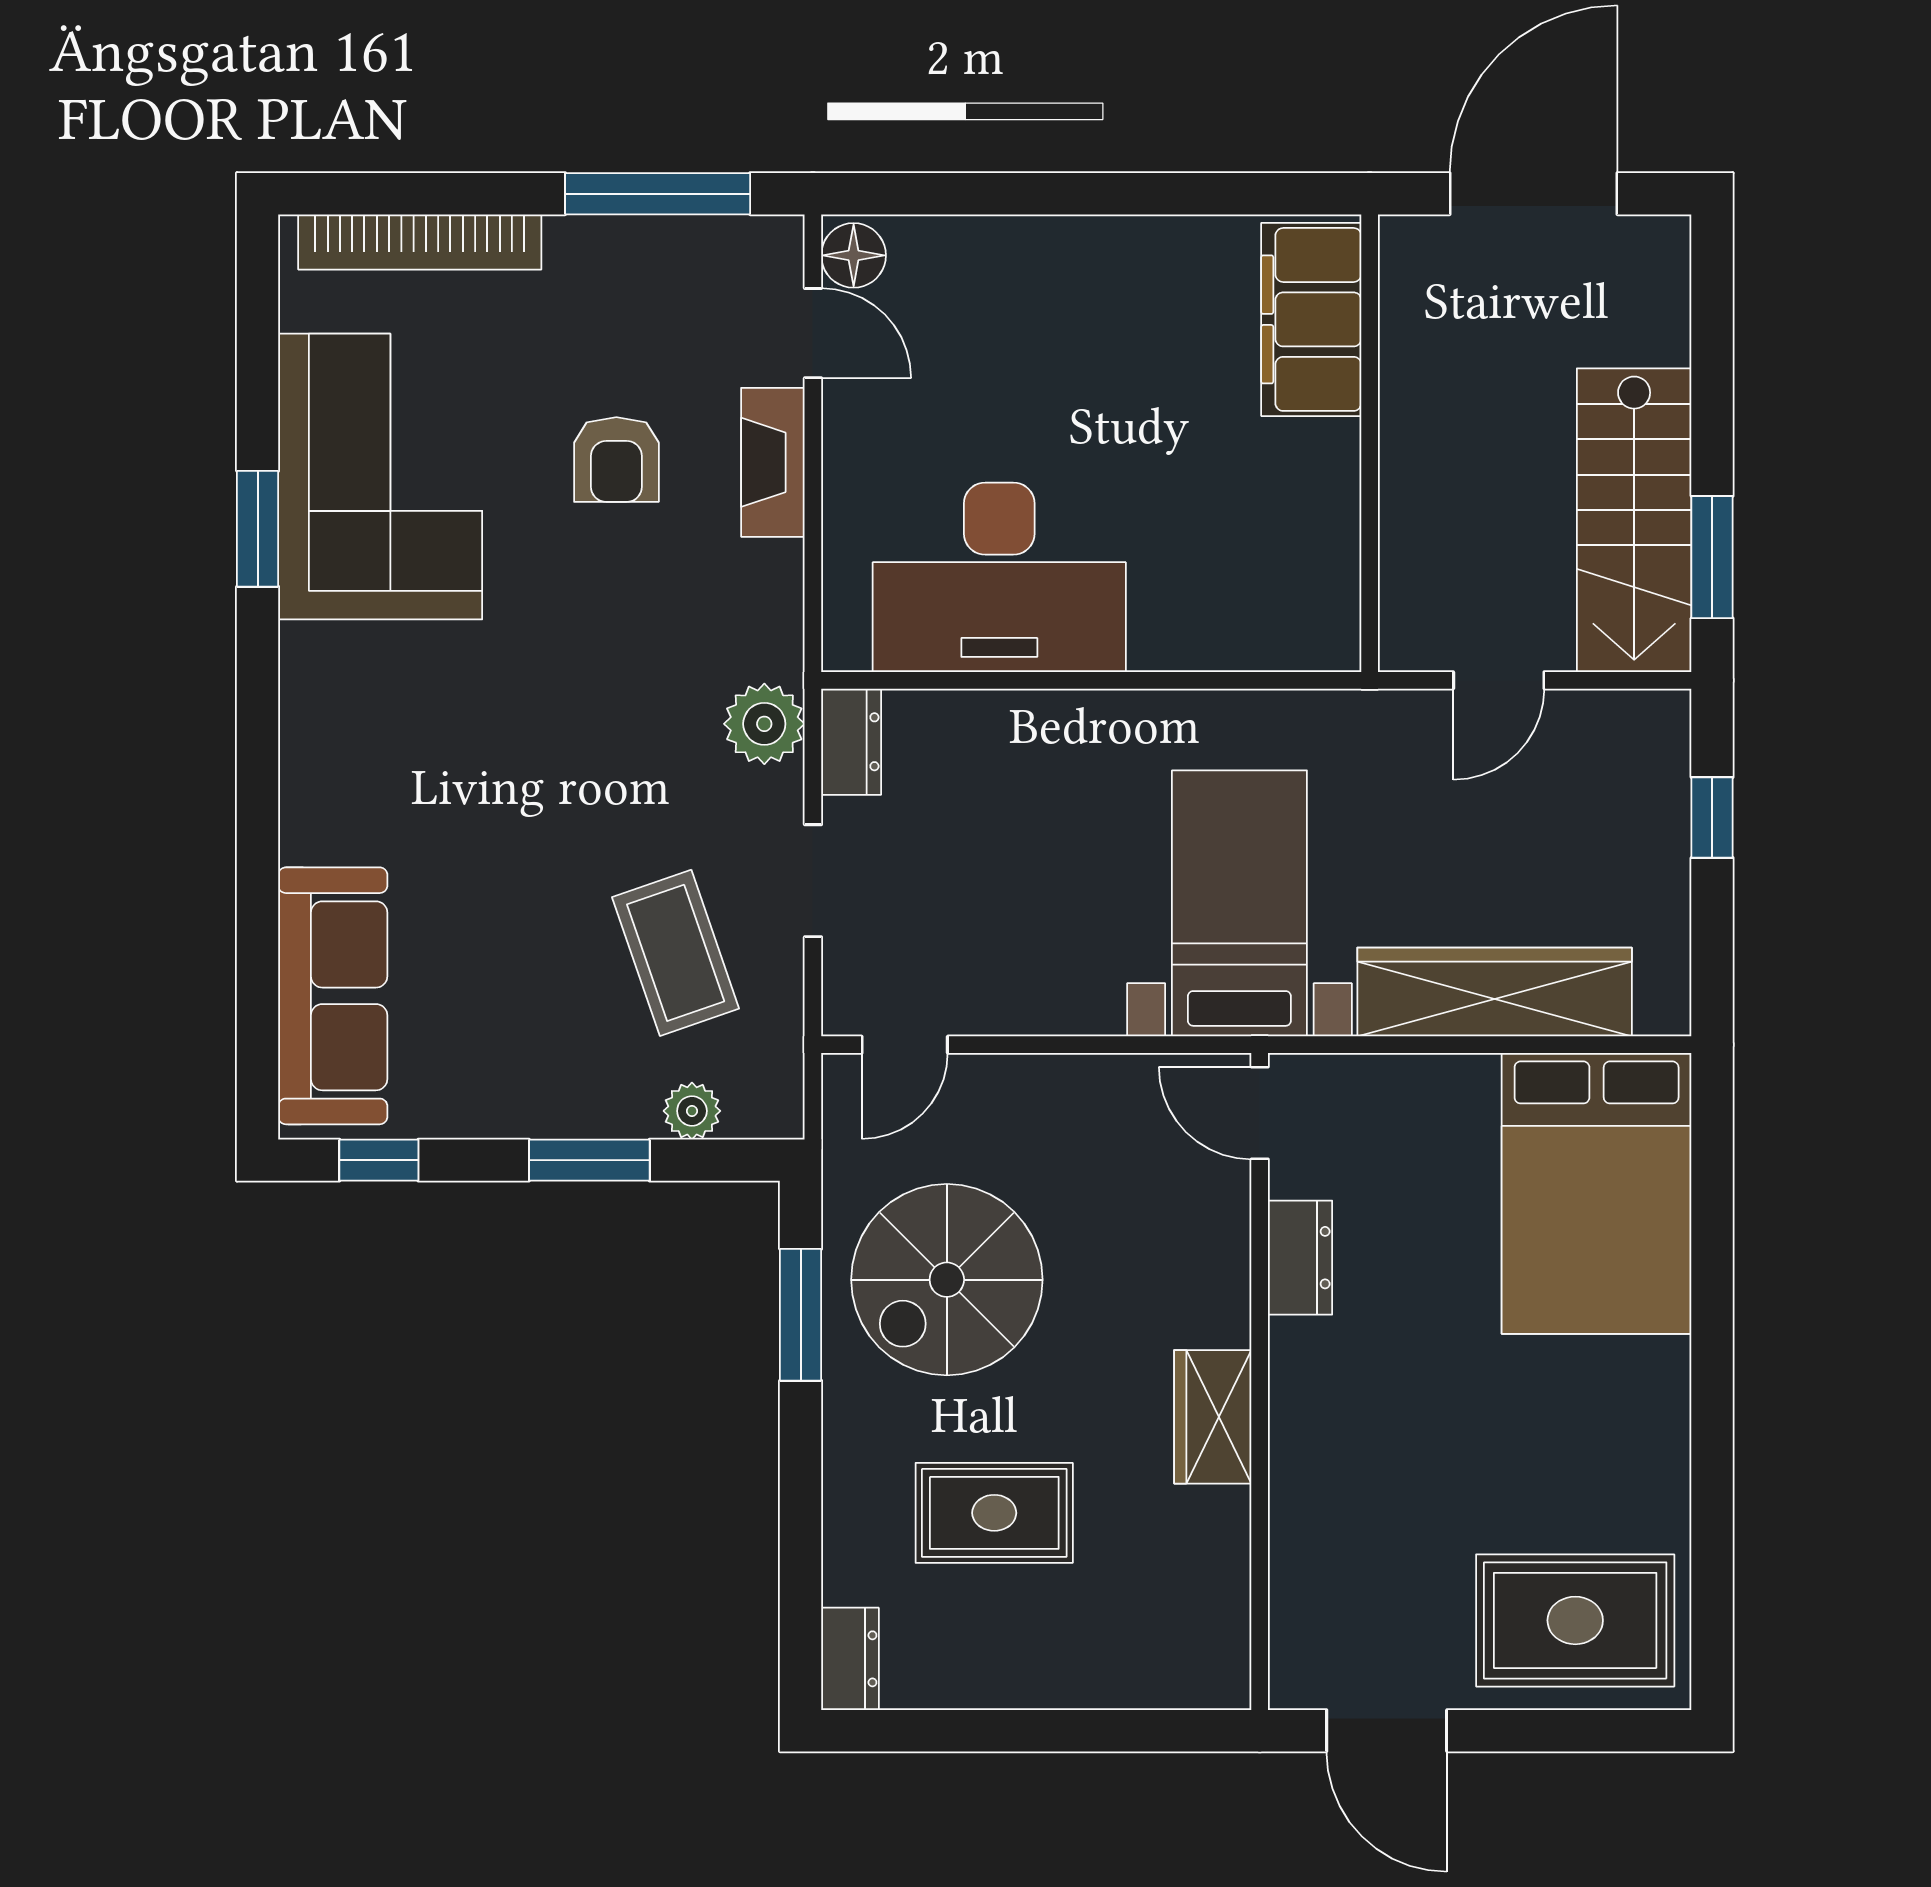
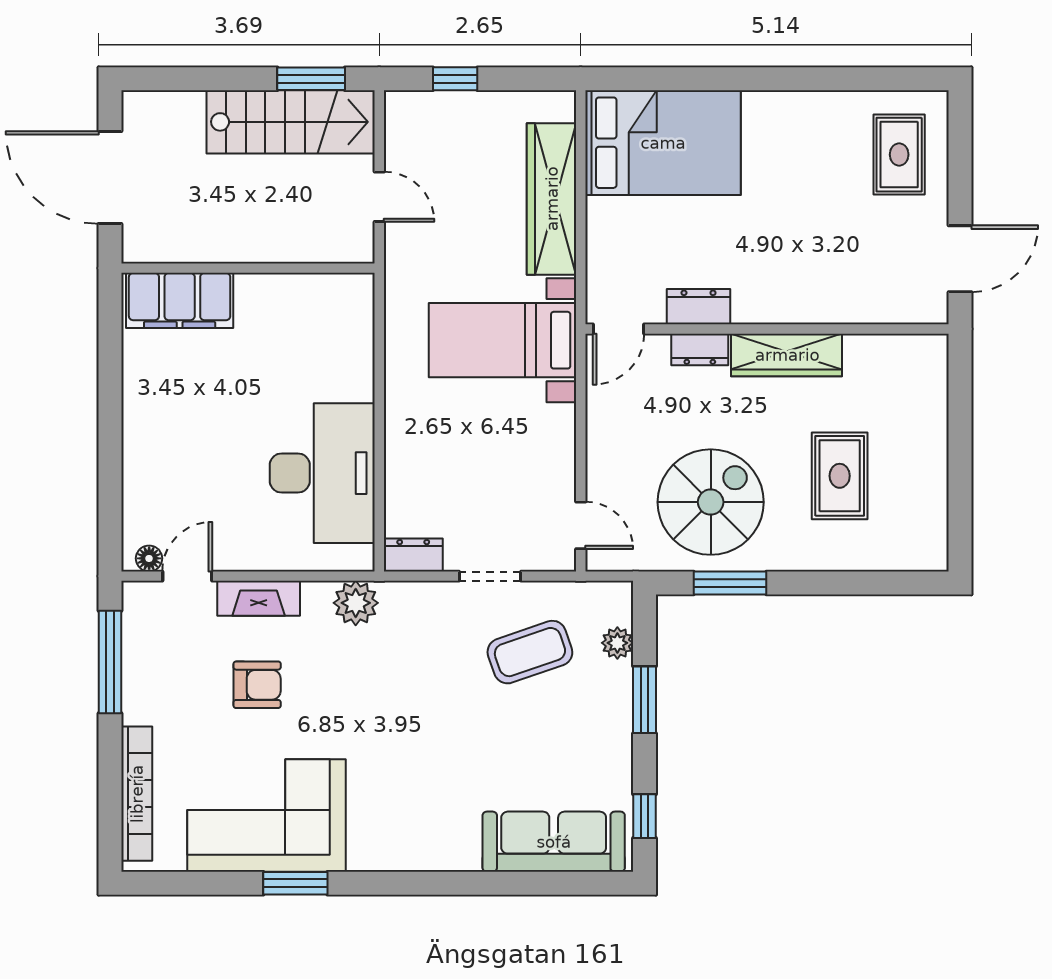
floor lamp: (854, 255) -> (149, 558), width x0.73, depth x0.73
plant: (764, 724) -> (356, 603), moved
spiral stairs: (947, 1280) -> (711, 502), turned -90
wardrobe: (1213, 1417) -> (787, 355), width x1.50
rug: (1575, 1620) -> (899, 155), width x0.73, depth x0.70
dresser: (850, 1659) -> (700, 349), moved, turned 180

